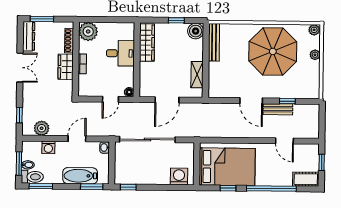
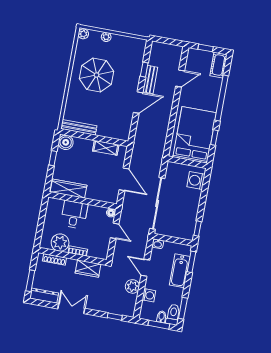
plant: (88, 32) -> (60, 243), moved
parasol: (273, 51) -> (97, 75), width x0.73, depth x0.73
wardrobe: (66, 67) -> (88, 269), moved
plant: (42, 128) -> (132, 286), moved

